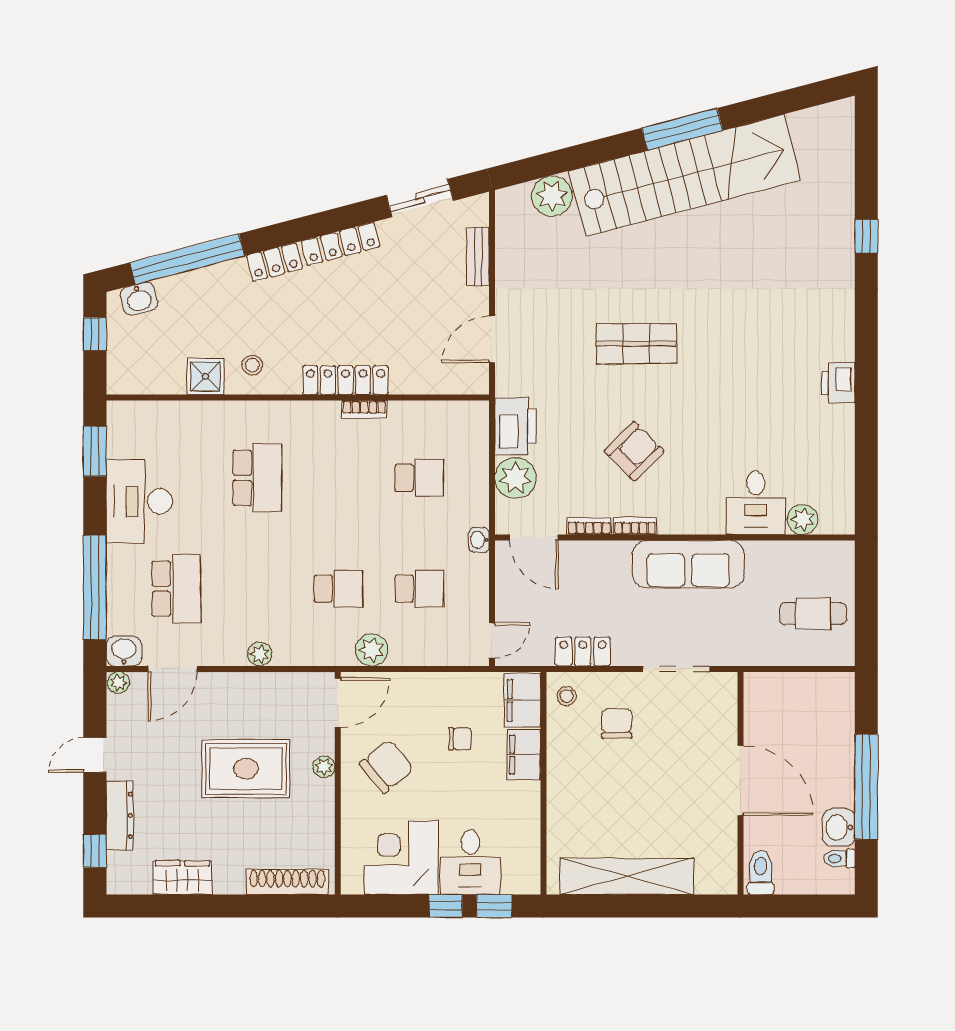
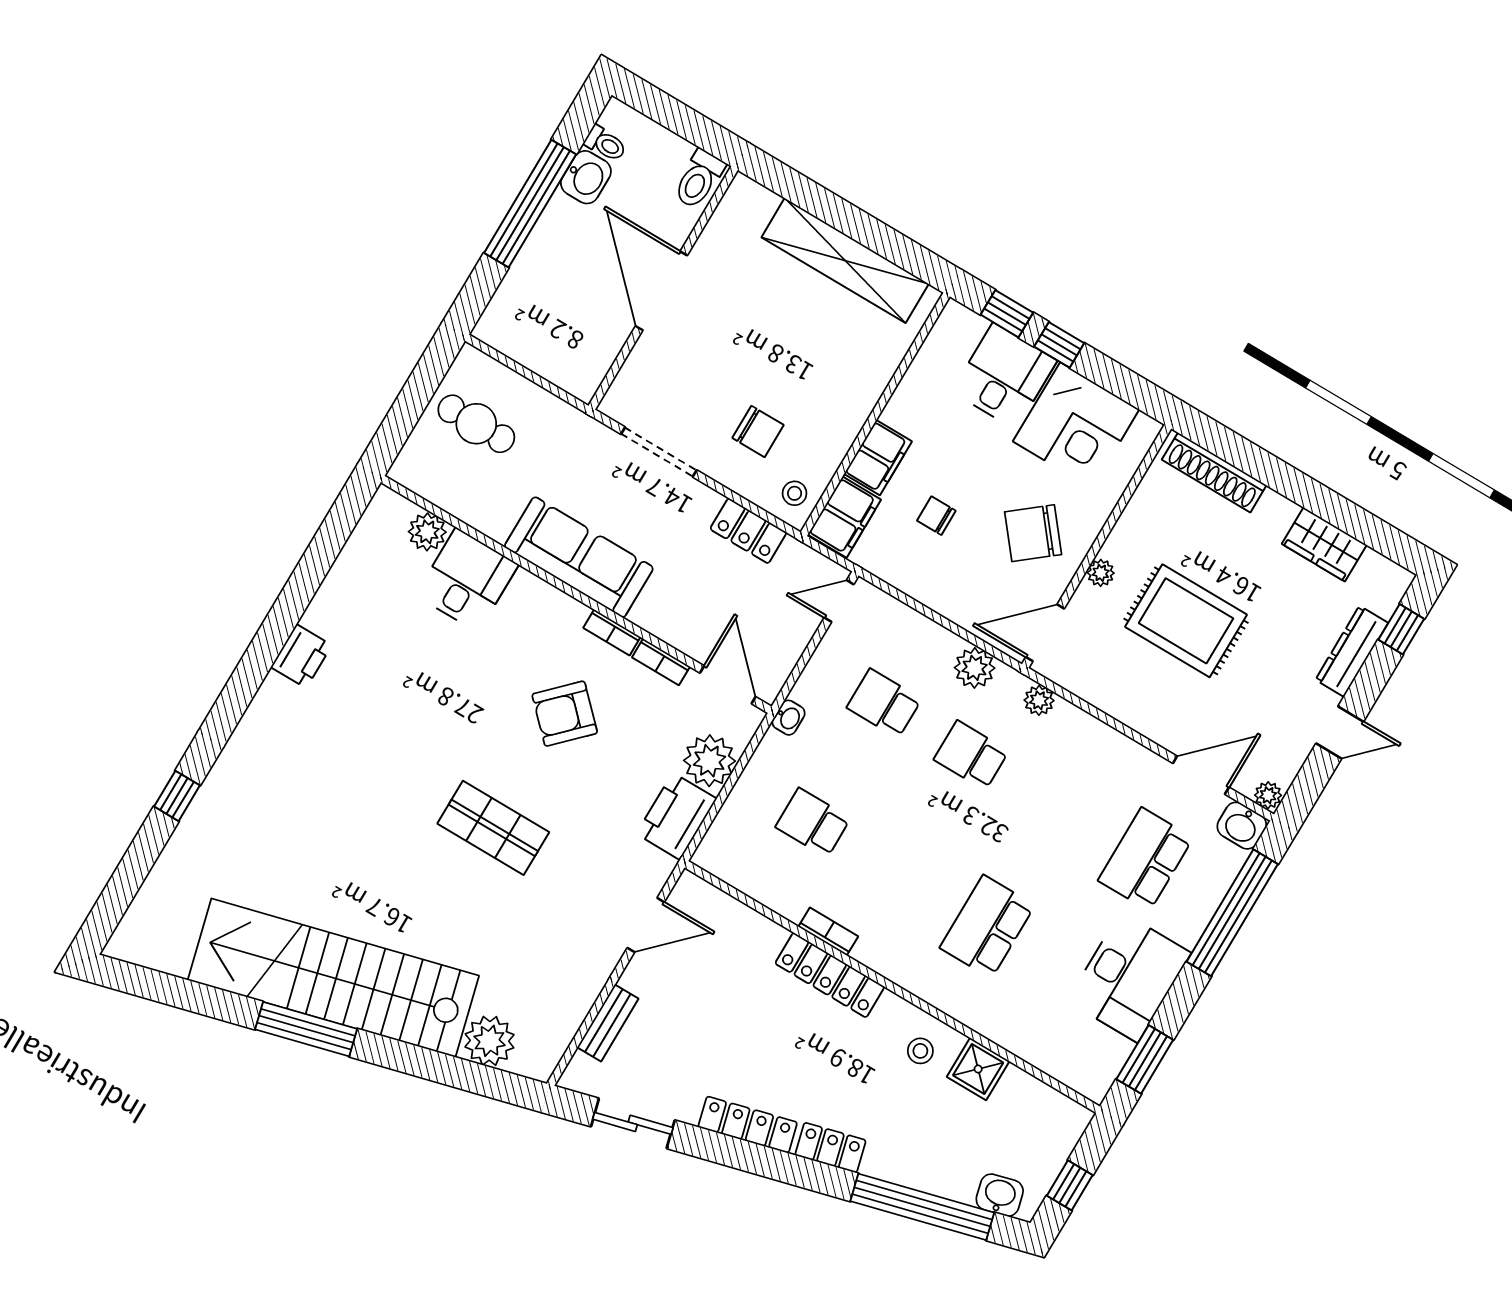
plant: (260, 654) -> (1039, 700), moved
chair: (617, 724) -> (758, 431), turned -90

